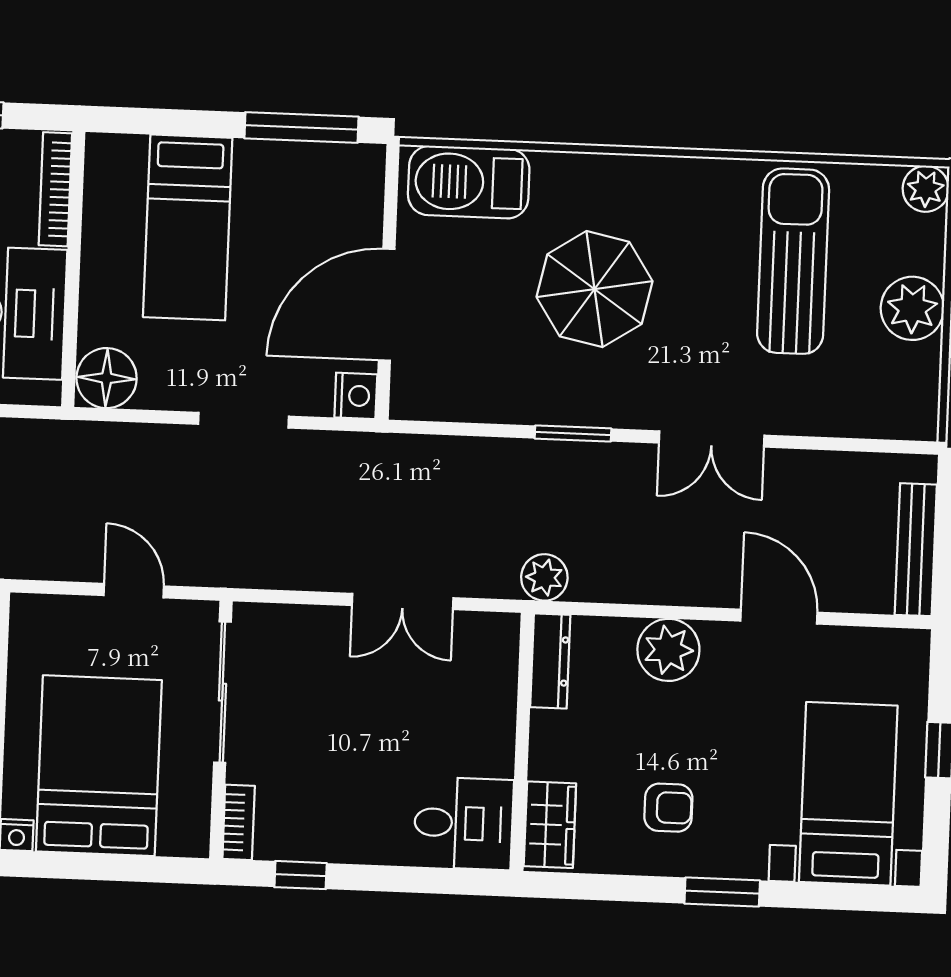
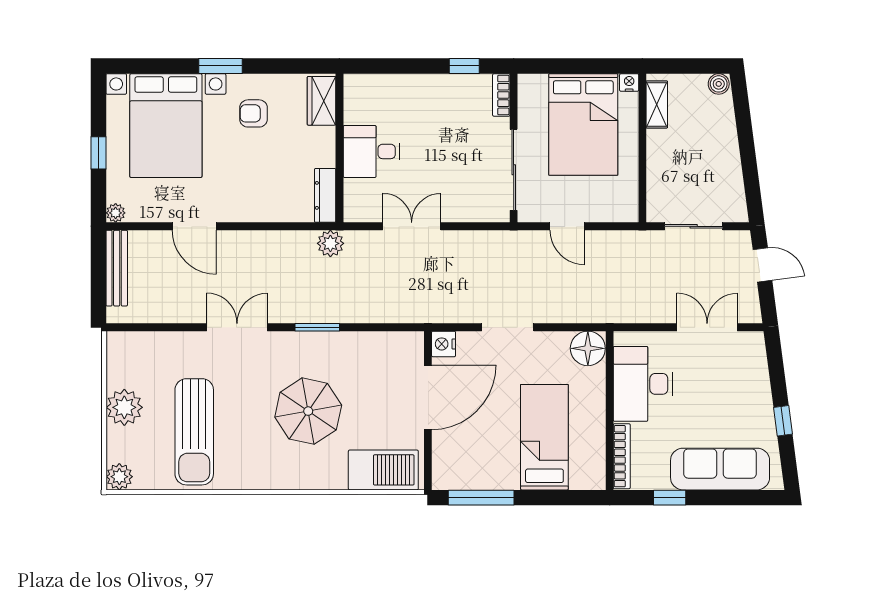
plant: (668, 650) -> (116, 213), moved, width x0.53, depth x0.53
bed with nightstands: (848, 794) -> (166, 126), width x1.36
desk: (463, 823) -> (371, 151), moved

